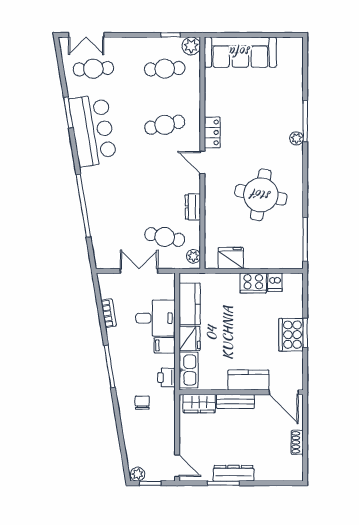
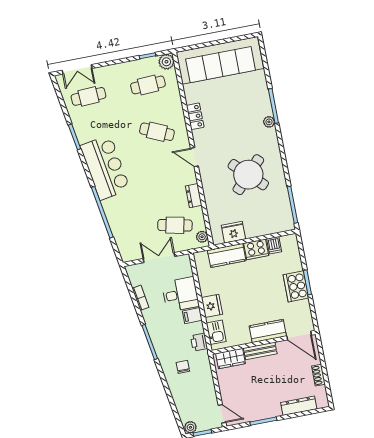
sofa: (240, 52) -> (220, 60), width x1.36, depth x1.27
cafe table: (165, 125) -> (157, 132), turned 36
bar counter: (93, 130) -> (105, 168), moved
locker: (212, 132) -> (195, 116), moved
round table: (261, 195) -> (248, 175), turned 33
kitchen counter: (190, 304) -> (227, 255), moved, turned 90
kitchen sink: (189, 370) -> (216, 332), width x0.73
dresser: (234, 473) -> (299, 406), moved

